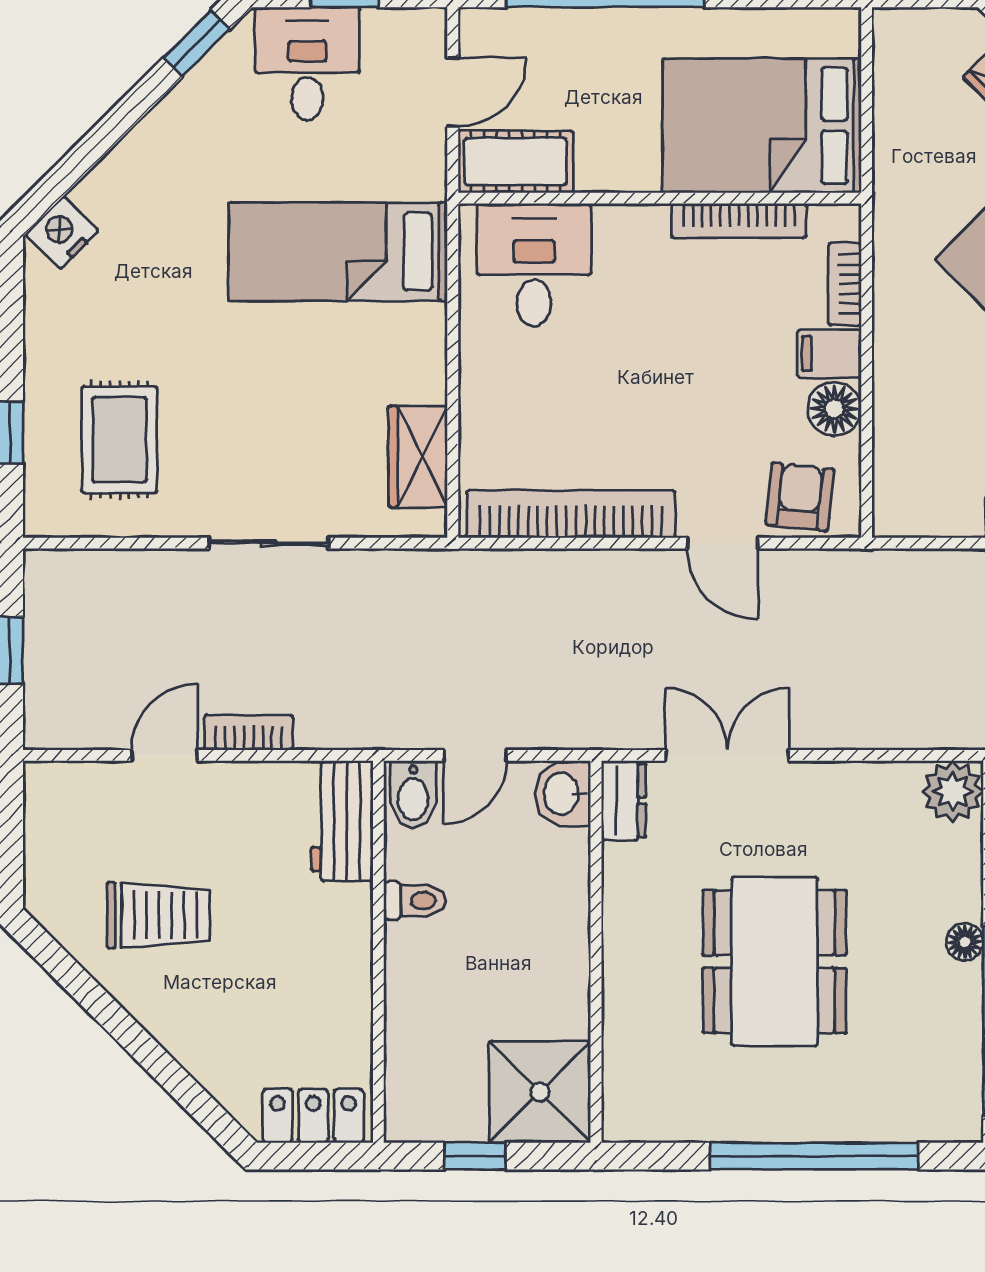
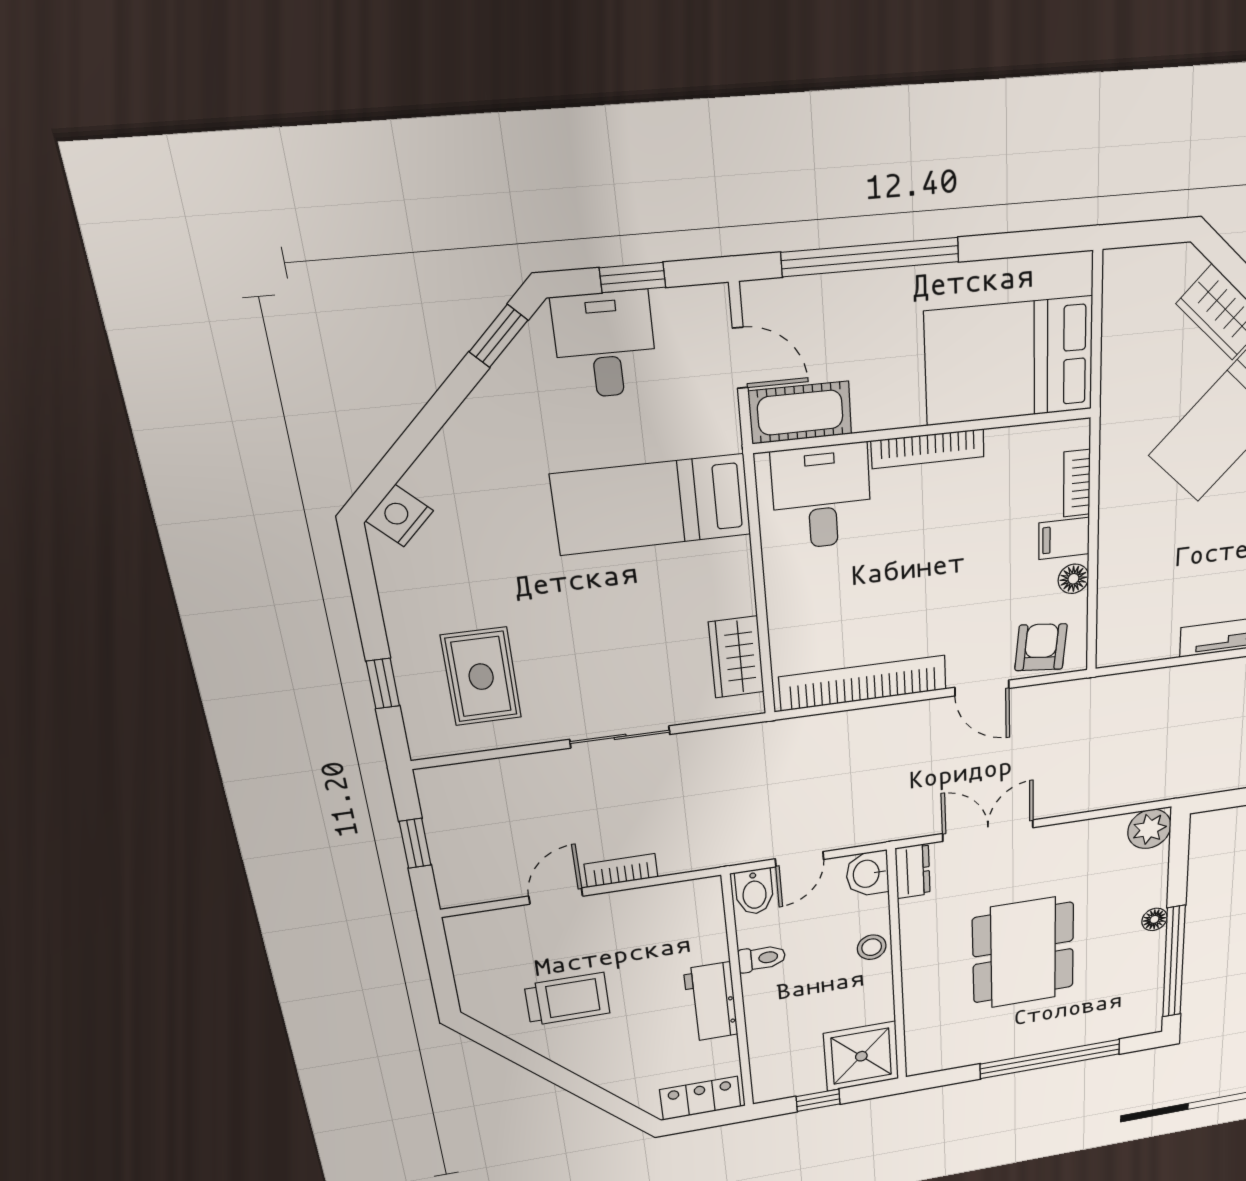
door: (453, 92) -> (740, 358), hinge flipped
bookcase: (739, 221) -> (928, 449), moved
floor lamp: (834, 409) -> (1073, 579), width x0.73, depth x0.73
workbench: (342, 821) -> (711, 1002), moved
stool: (563, 911) -> (872, 947), added

